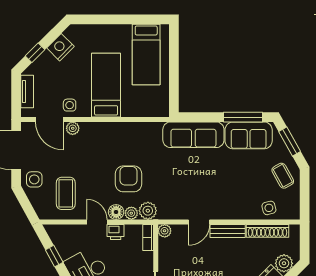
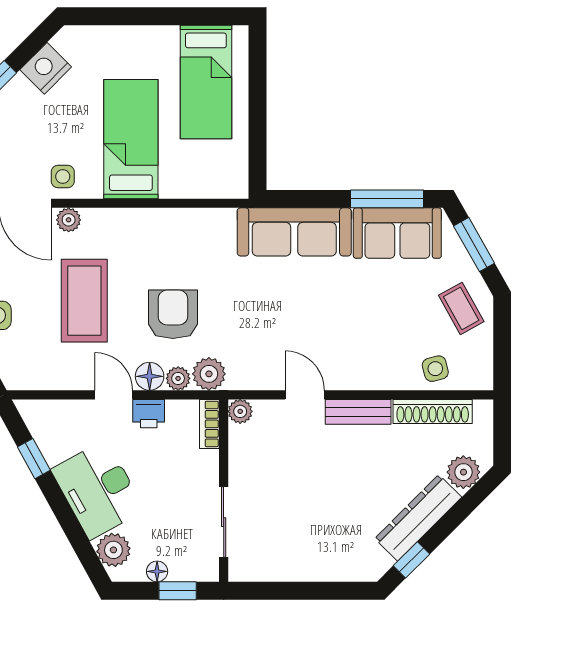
coffee table: (66, 193) -> (84, 301), moved, width x1.36, depth x1.32
door: (199, 222) -> (305, 395), swing flipped

